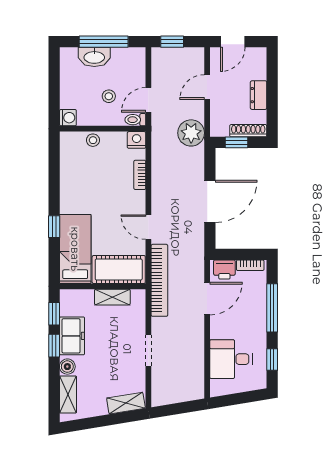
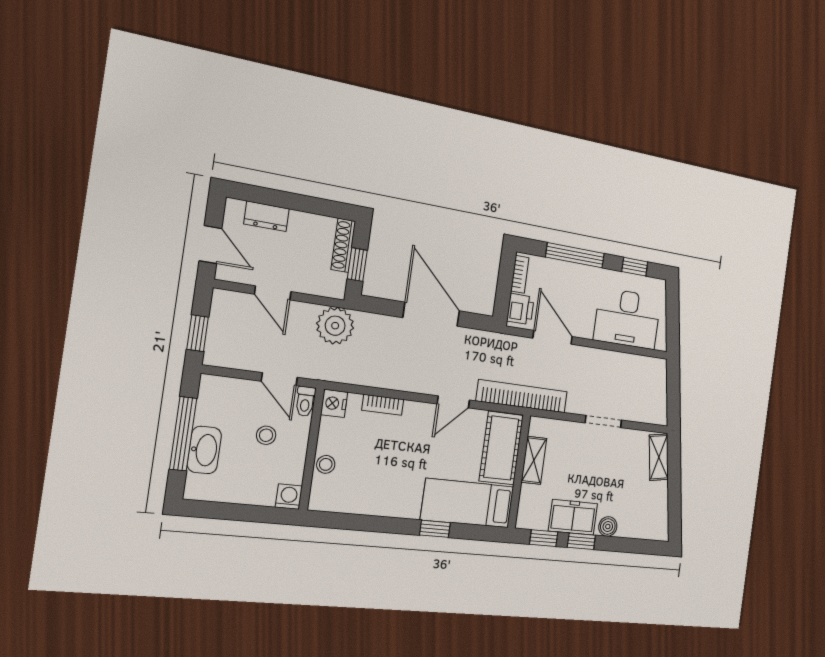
dresser: (259, 95) -> (267, 216), moved
desk: (231, 359) -> (627, 318), width x1.37
shelving: (68, 395) -> (640, 529), removed

